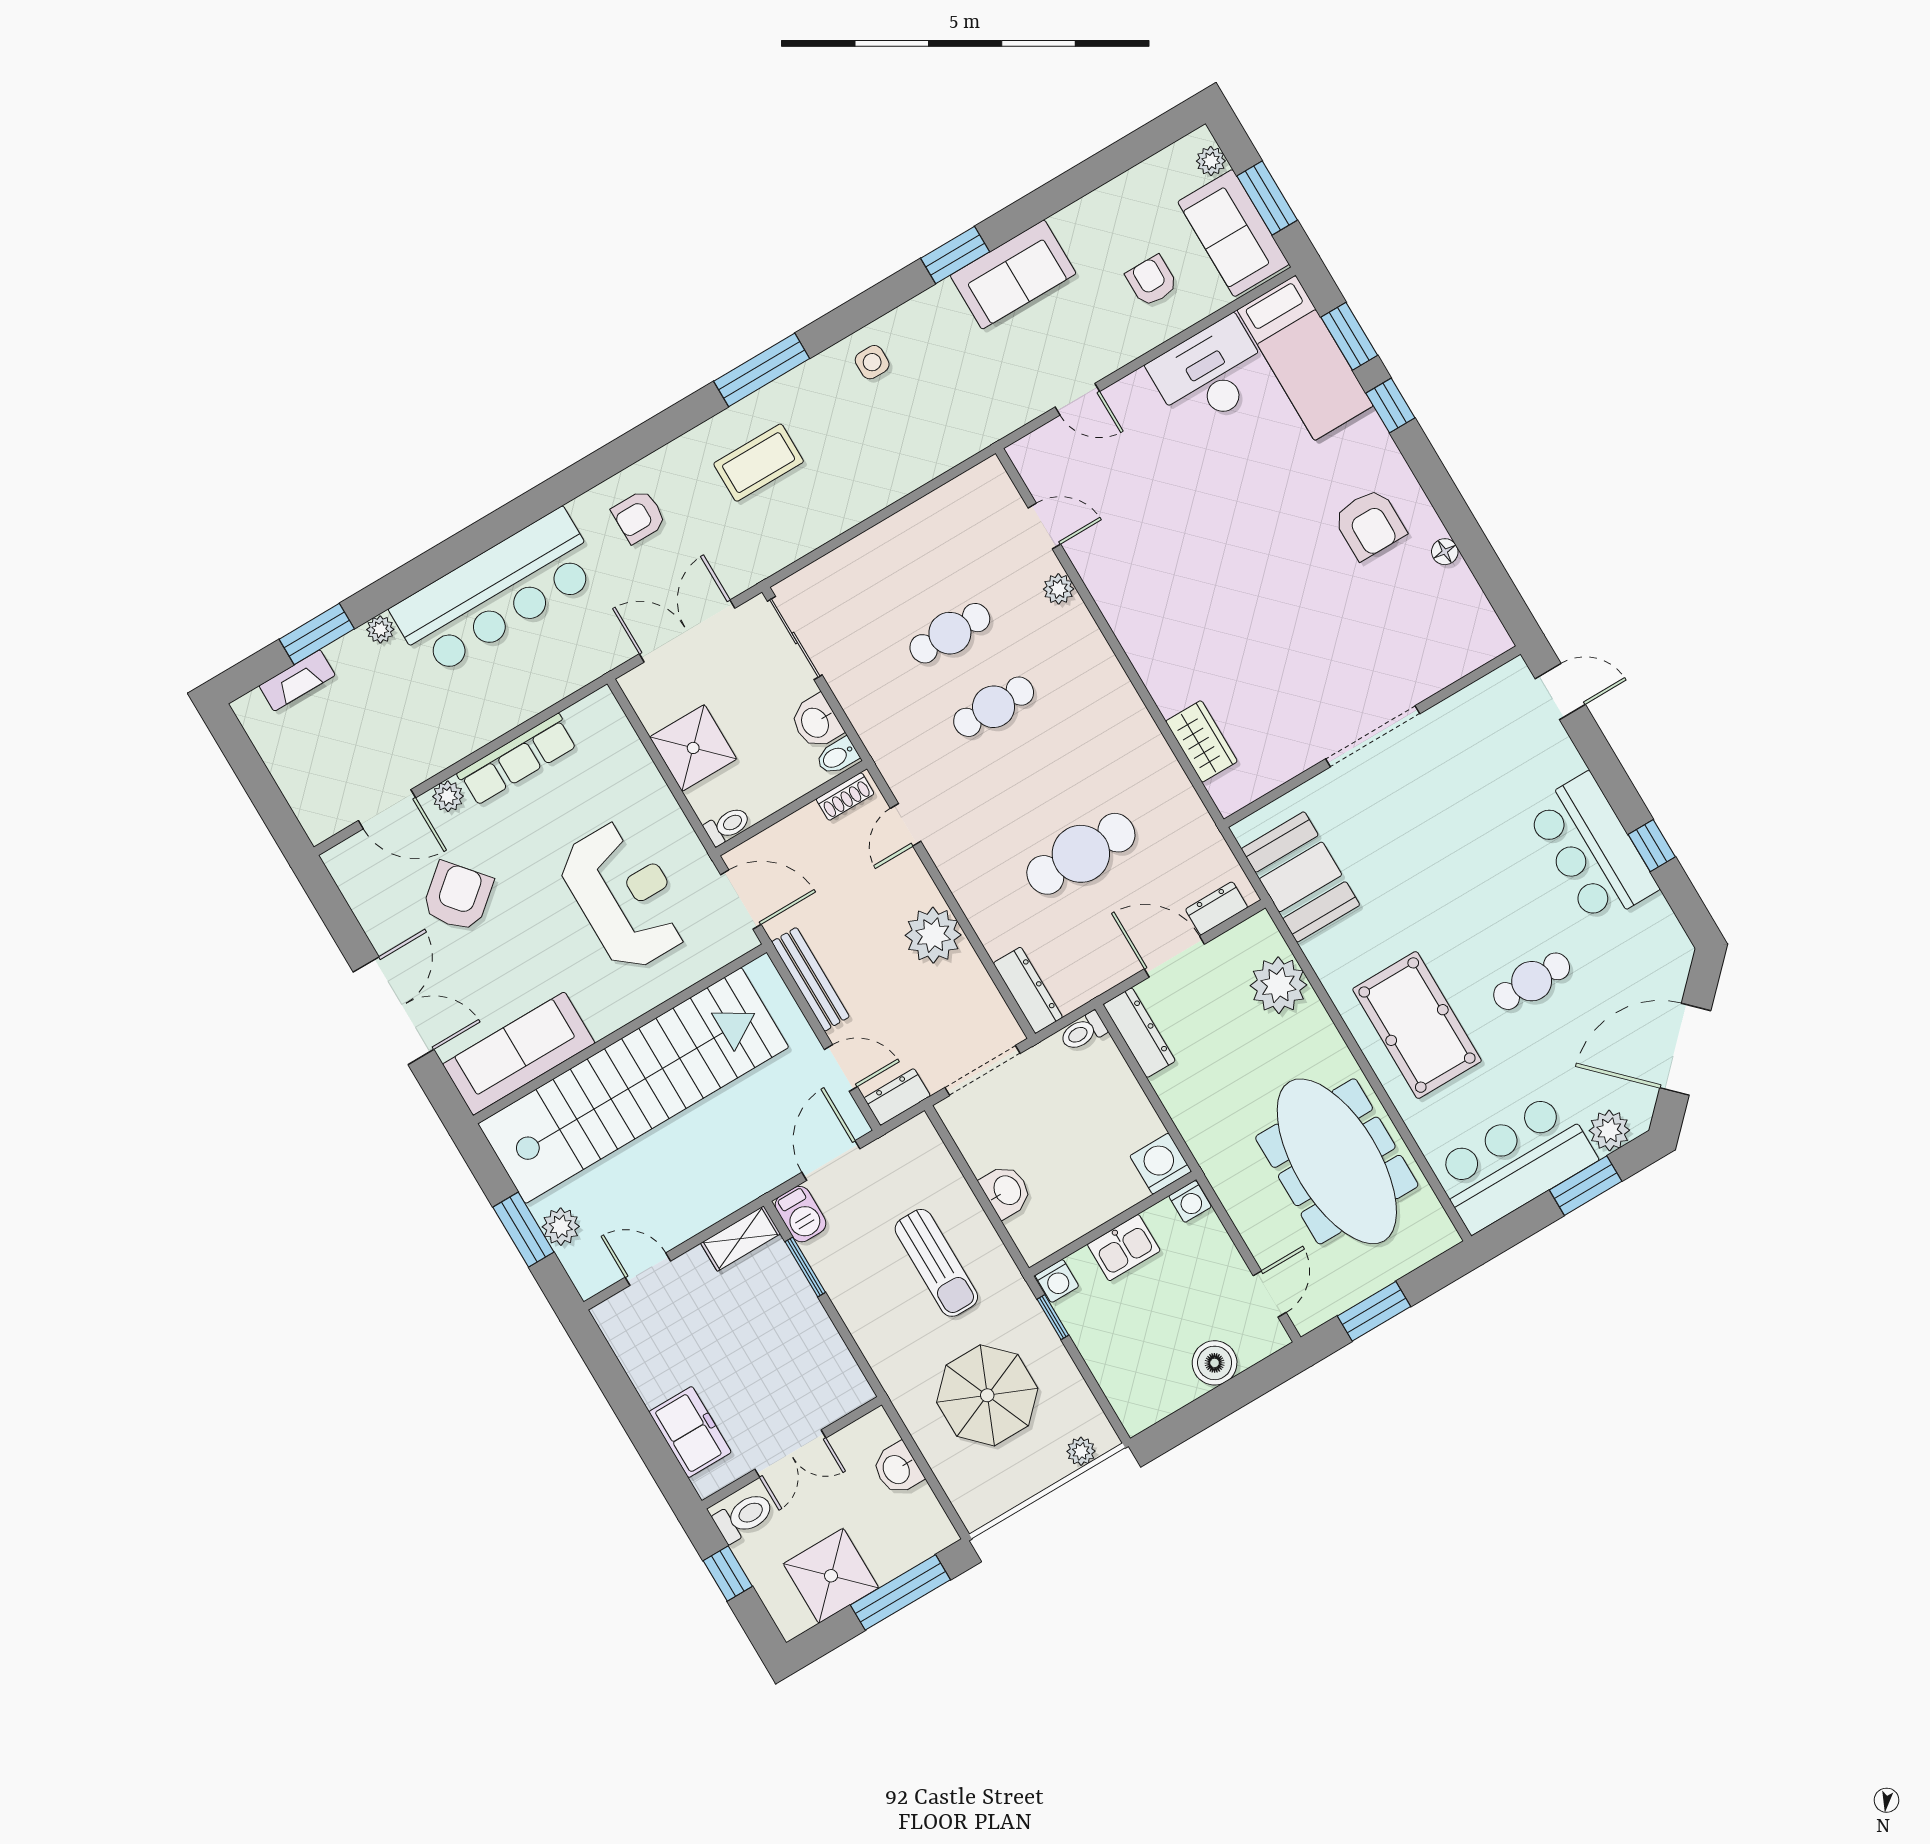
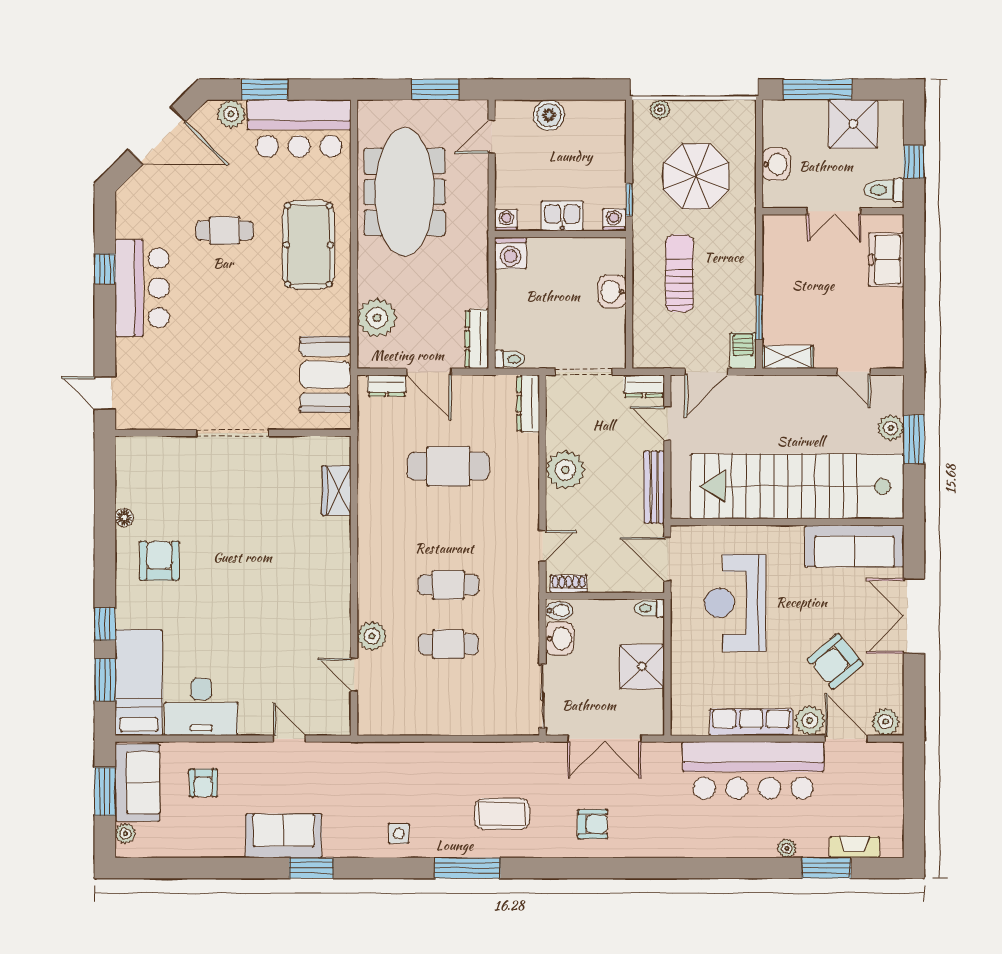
plant: (1059, 589) -> (372, 636), width x1.38, depth x1.38
bar counter: (496, 593) -> (753, 770), moved, turned 180
plant: (448, 796) -> (810, 721), width x1.38, depth x1.38
plant: (351, 859) -> (885, 722), added
double door: (790, 1454) -> (834, 211), swing flipped

